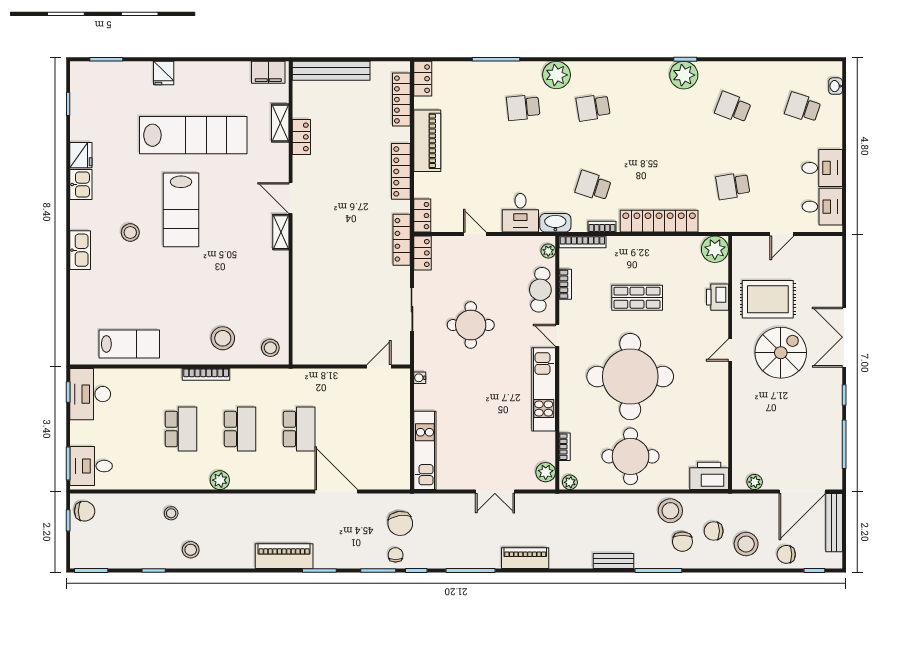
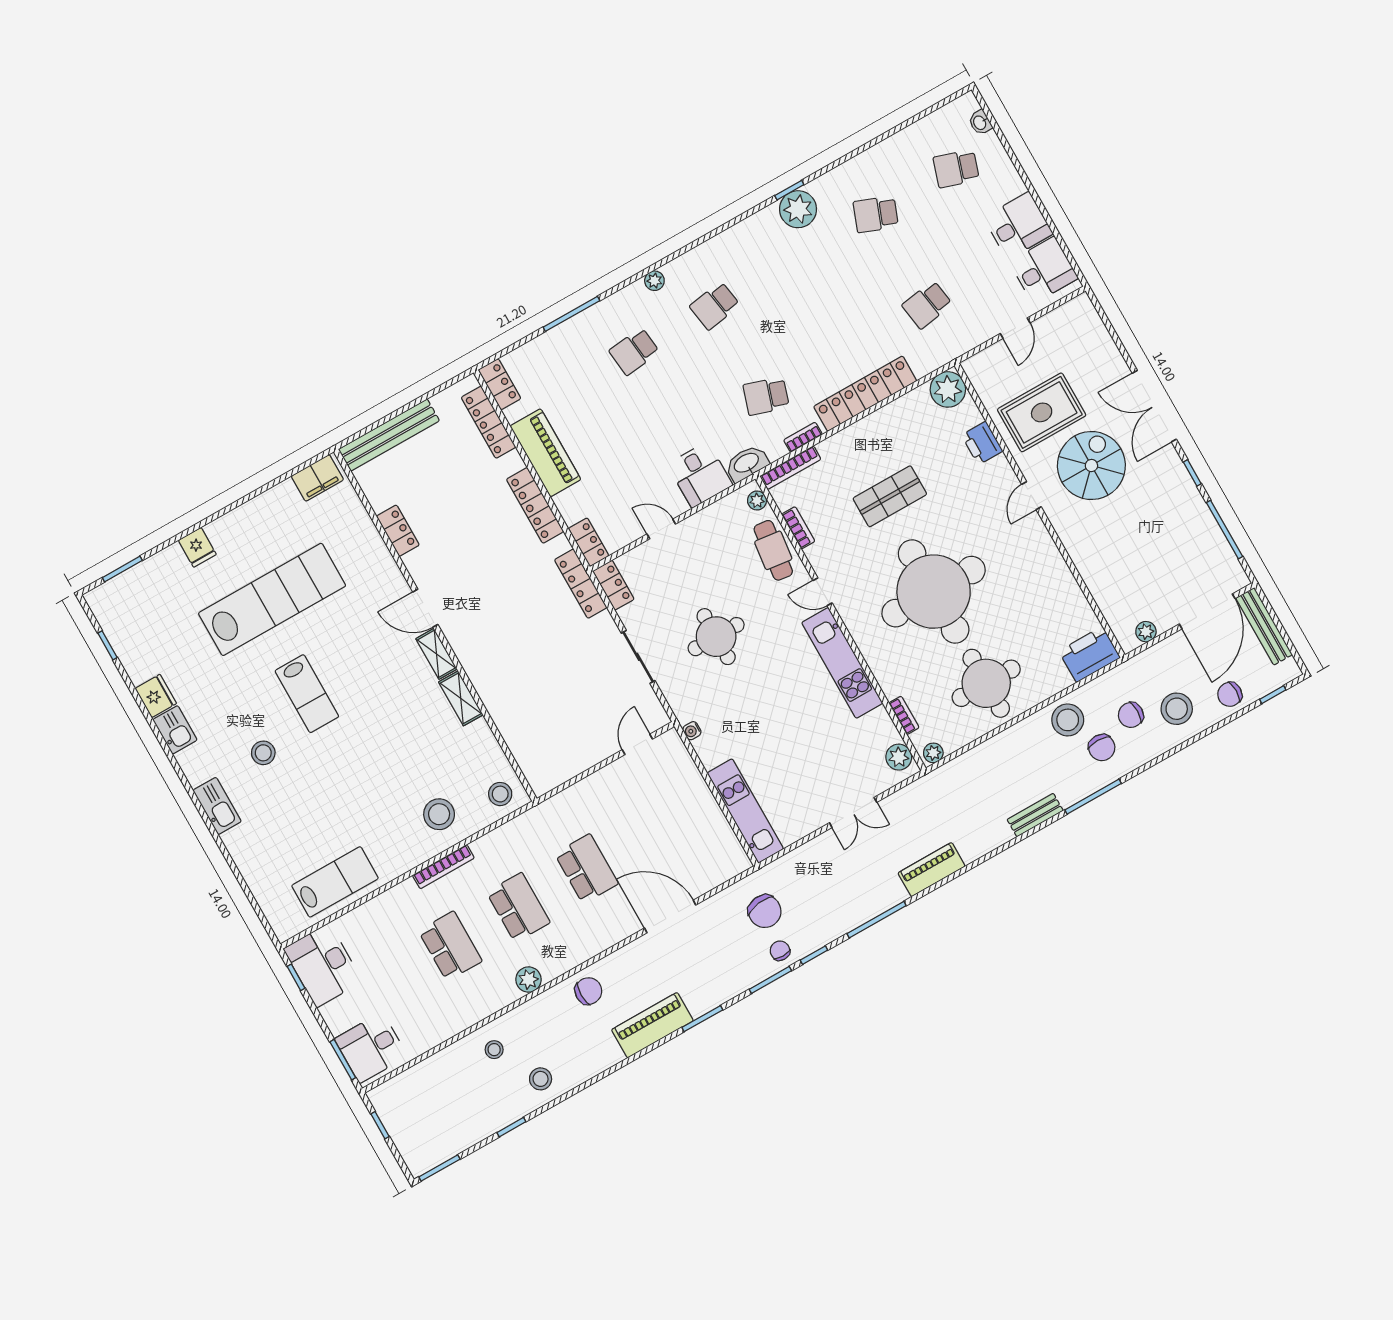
plant: (556, 75) -> (654, 281), width x0.53, depth x0.53
shelving: (280, 123) -> (461, 698), moved
lab bench: (181, 210) -> (307, 694), width x0.73, depth x0.72
chair: (85, 511) -> (588, 991), moved

